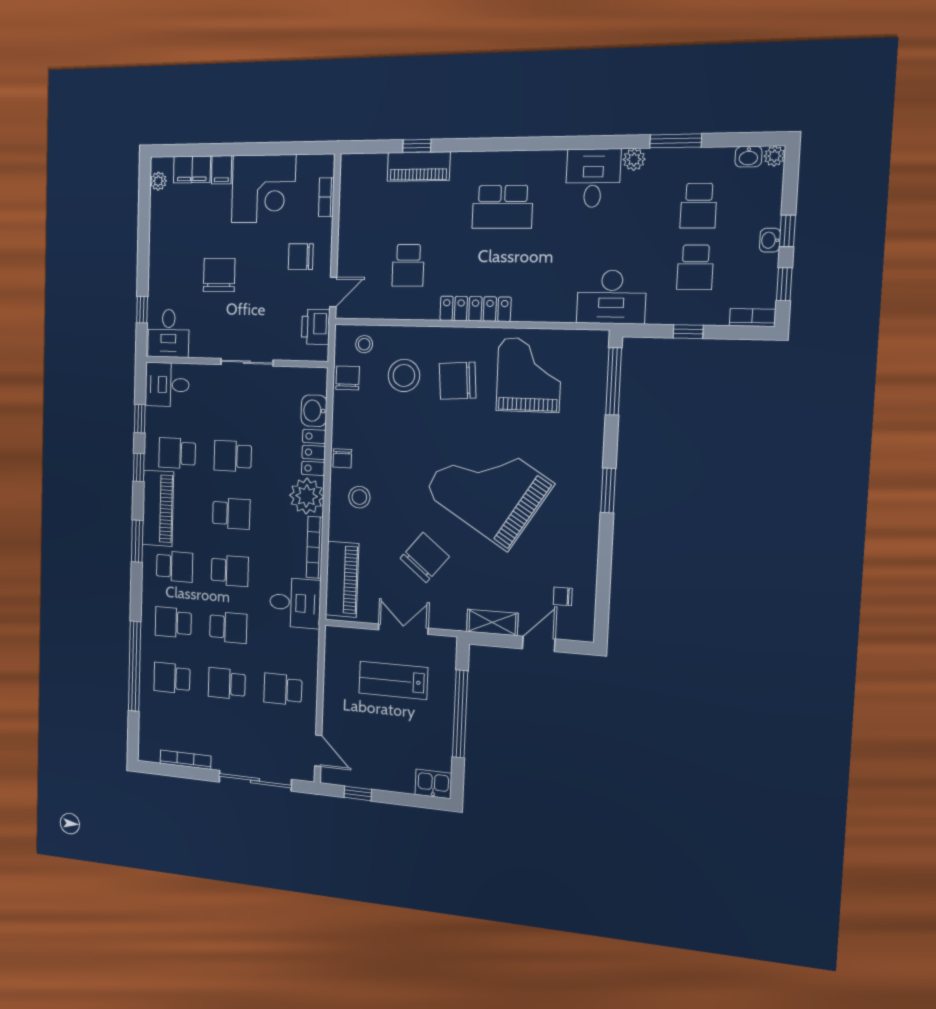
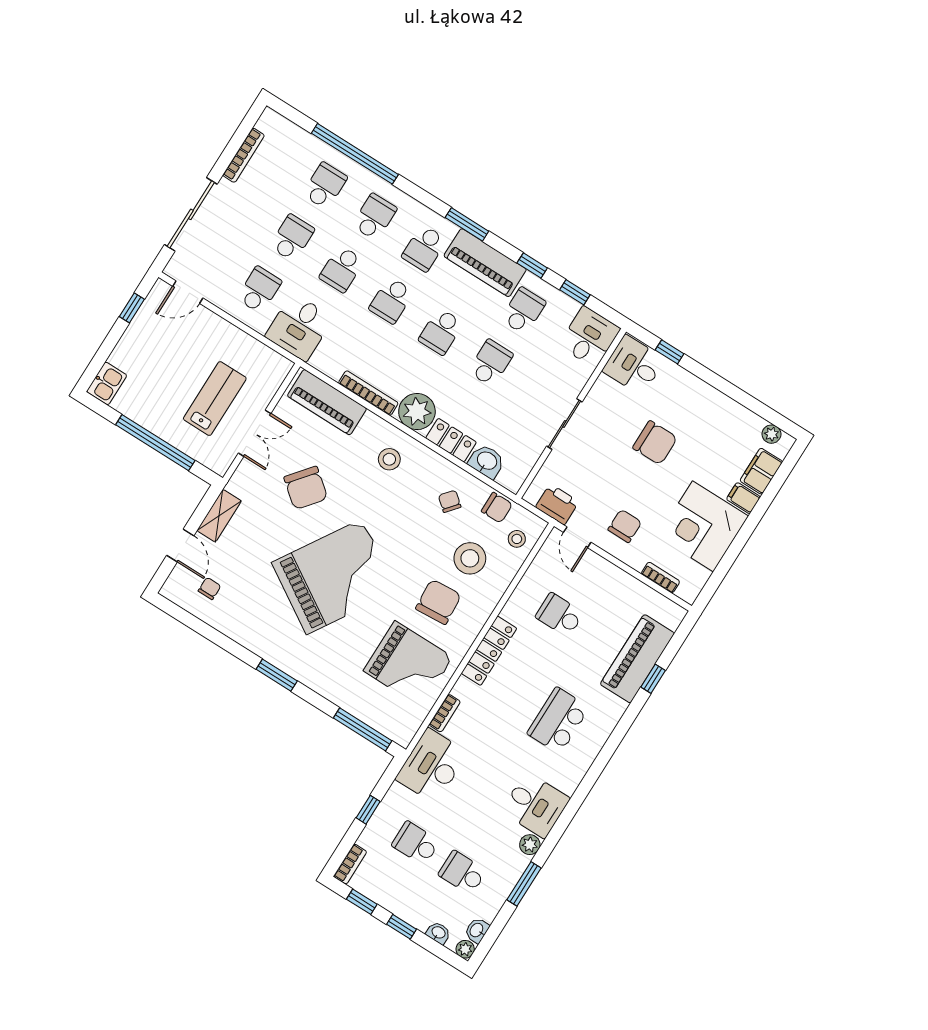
piano: (419, 167) -> (637, 659), width x1.37, depth x1.33
washbasin: (770, 240) -> (438, 933), moved
bookcase: (555, 315) -> (445, 713), added
chair: (342, 458) -> (450, 501), moved, turned 40
desk: (295, 603) -> (299, 327), moved

